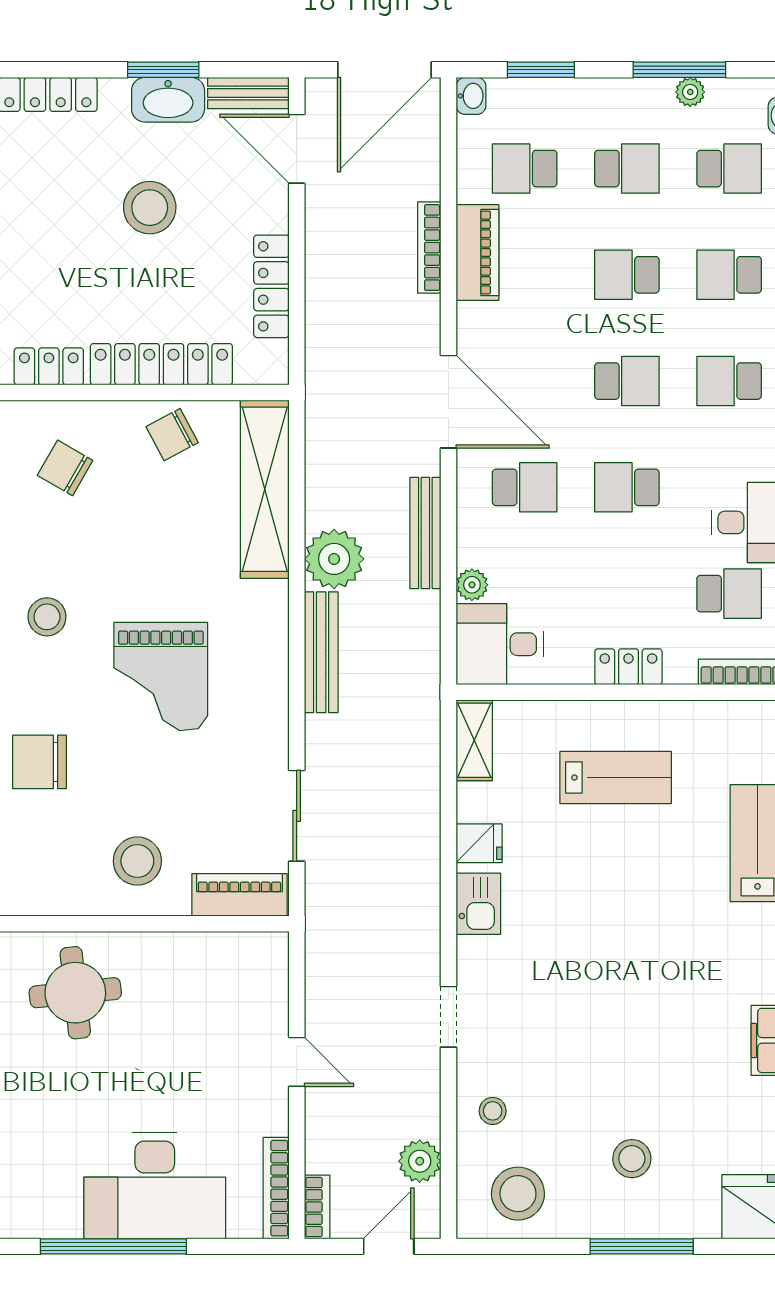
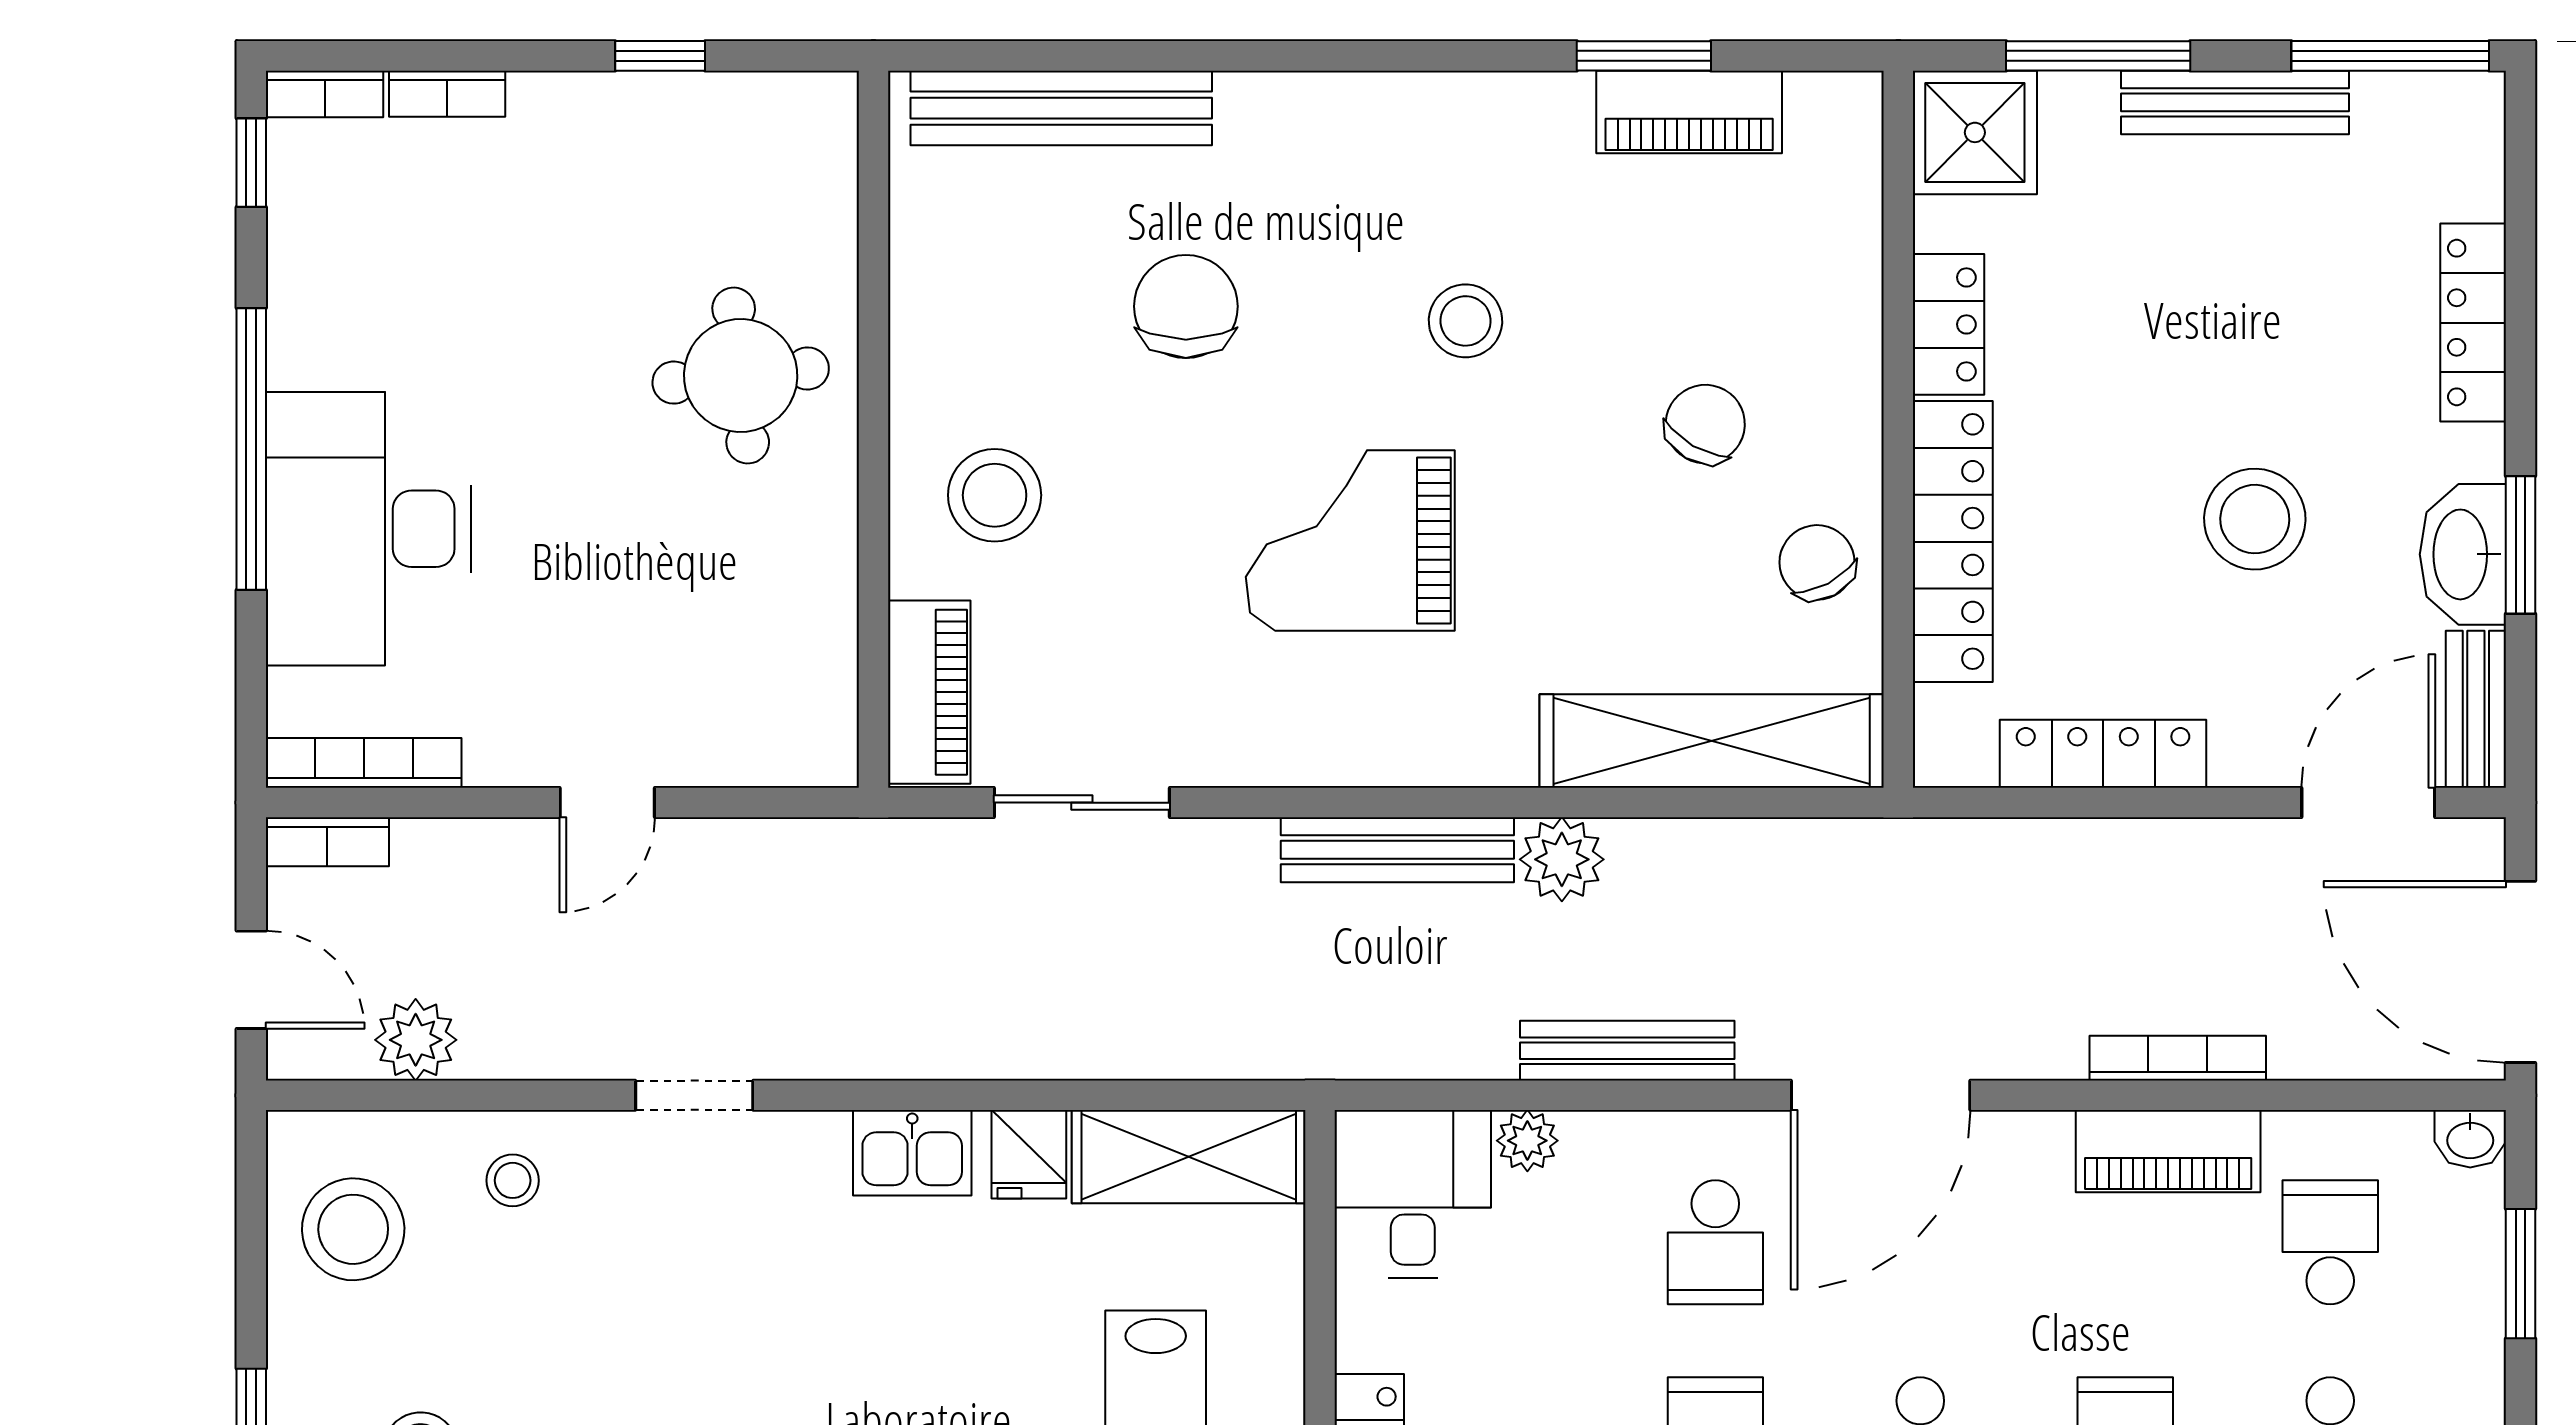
chair: (65, 468) -> (1705, 424), moved
plant: (334, 559) -> (1562, 859), width x0.73, depth x0.73
shelving: (474, 740) -> (1189, 1157), width x1.50, depth x1.33

